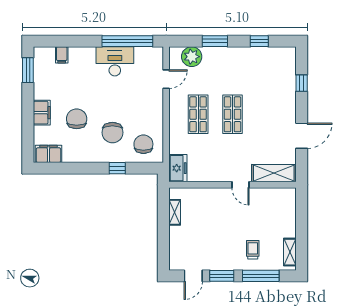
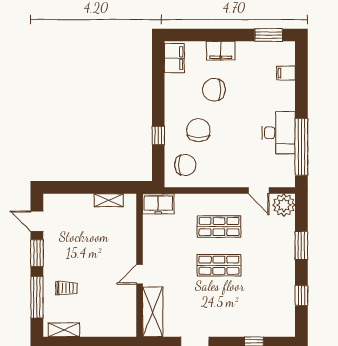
plant: (192, 57) -> (284, 205), moved
chair: (77, 119) -> (214, 90), turned 180
chair: (112, 133) -> (198, 130), turned 90

